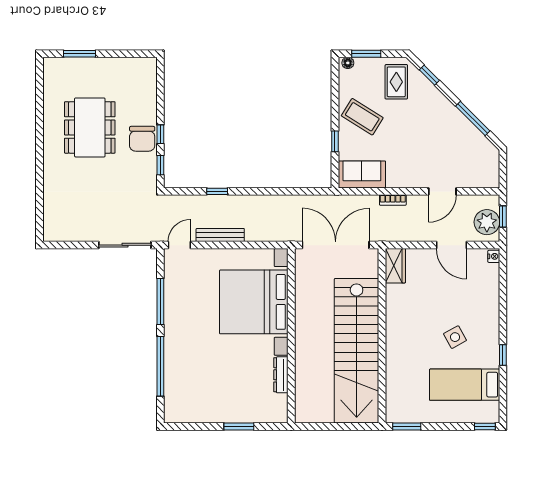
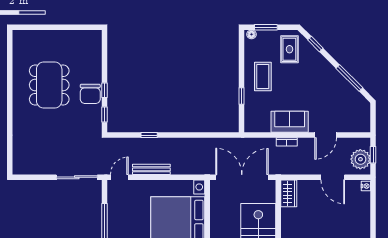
window: (80, 54) -> (41, 27), removed
coffee table: (362, 117) -> (263, 77), turned 58
sofa: (362, 174) -> (290, 122), moved

